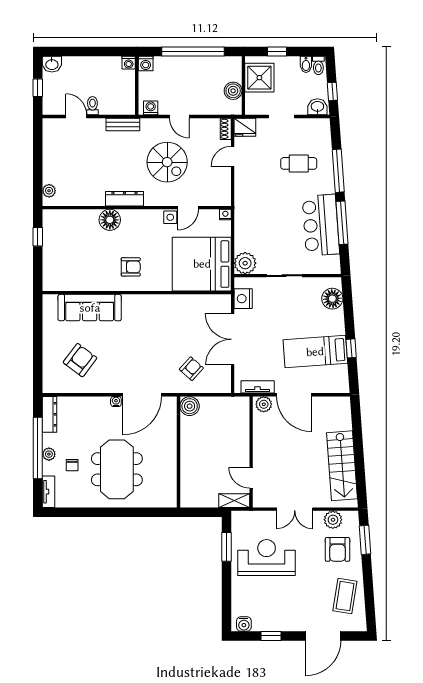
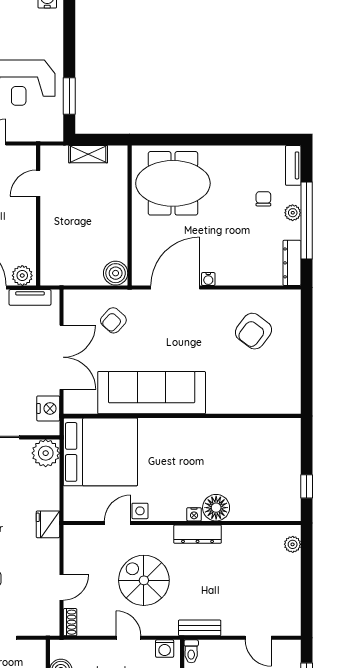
toilet: (92, 106) -> (191, 651), moved
fridge: (245, 127) -> (48, 524), moved, turned -90
nightstand: (225, 215) -> (194, 514), moved
armchair: (131, 267) -> (190, 448), removed
sofa: (90, 308) -> (152, 393), moved, width x1.36, depth x1.27
meeting table: (117, 469) -> (173, 183), moved, turned 90
door: (251, 478) -> (38, 183), swing flipped
shelving: (234, 501) -> (88, 154), moved

